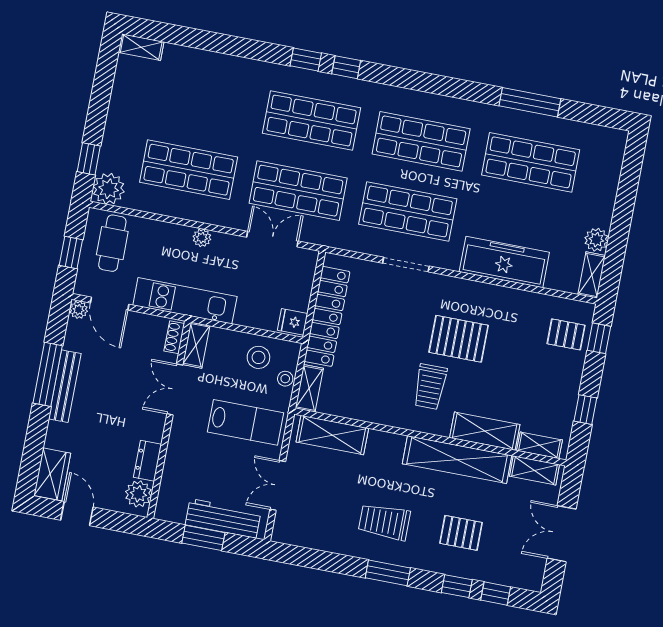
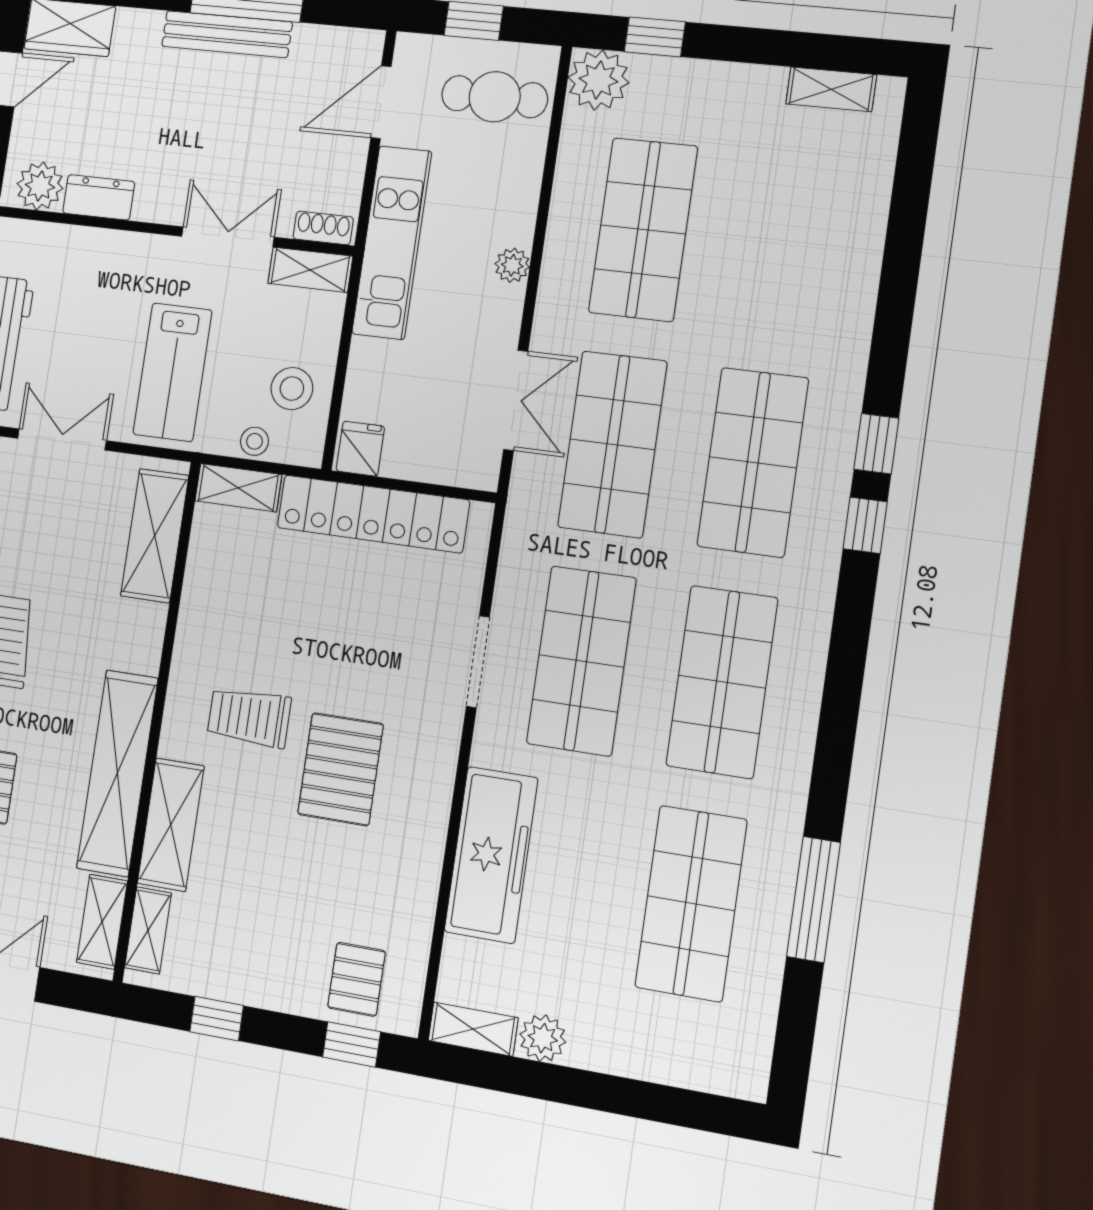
shelving: (141, 47) -> (831, 89), moved, turned 90
plant: (79, 310) -> (367, 46), removed

